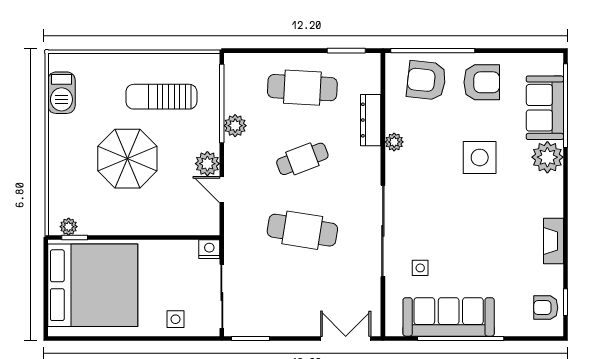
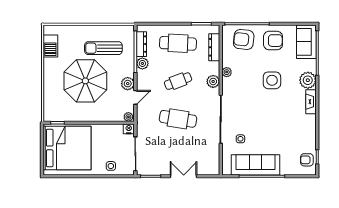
dresser: (233, 89) -> (141, 44), added
sofa: (545, 108) -> (306, 42), moved
dresser: (371, 120) -> (214, 47), moved
parasol: (127, 159) -> (85, 81), width x1.36, depth x1.36
plant: (369, 160) -> (213, 81), added
door: (222, 190) -> (135, 97), swing flipped
plant: (69, 227) -> (128, 117), moved
fireplace: (554, 241) -> (311, 102), moved
double door: (346, 338) -> (184, 176), moved

